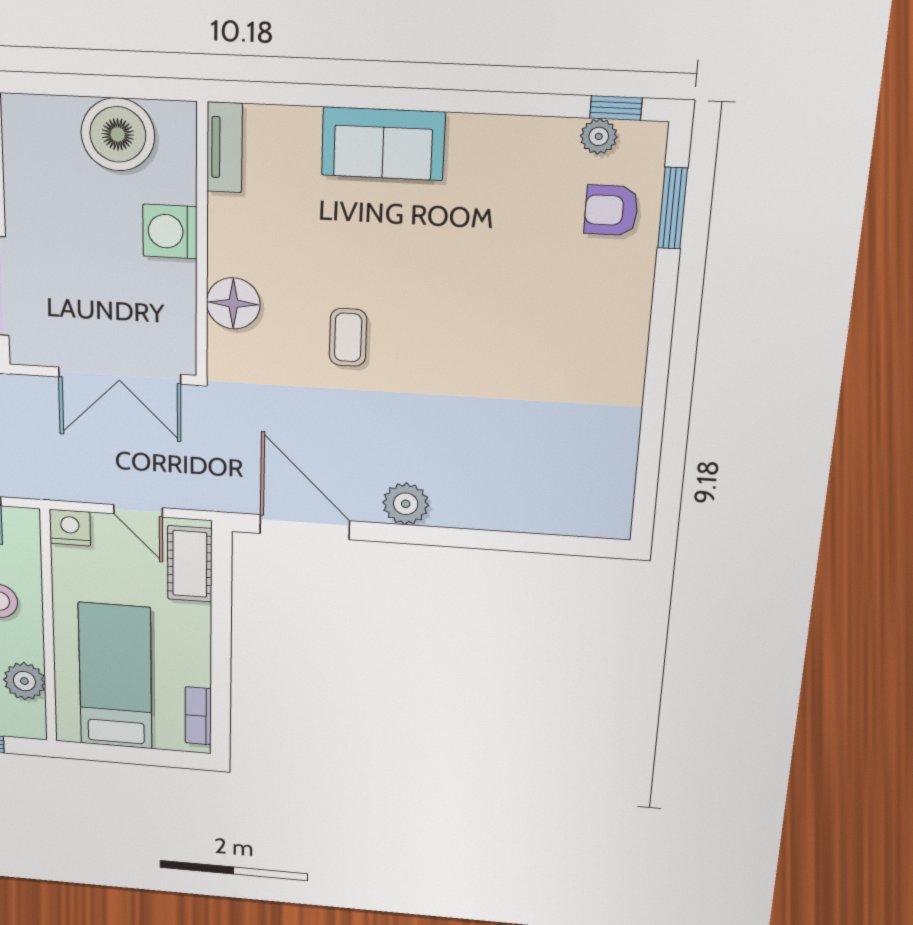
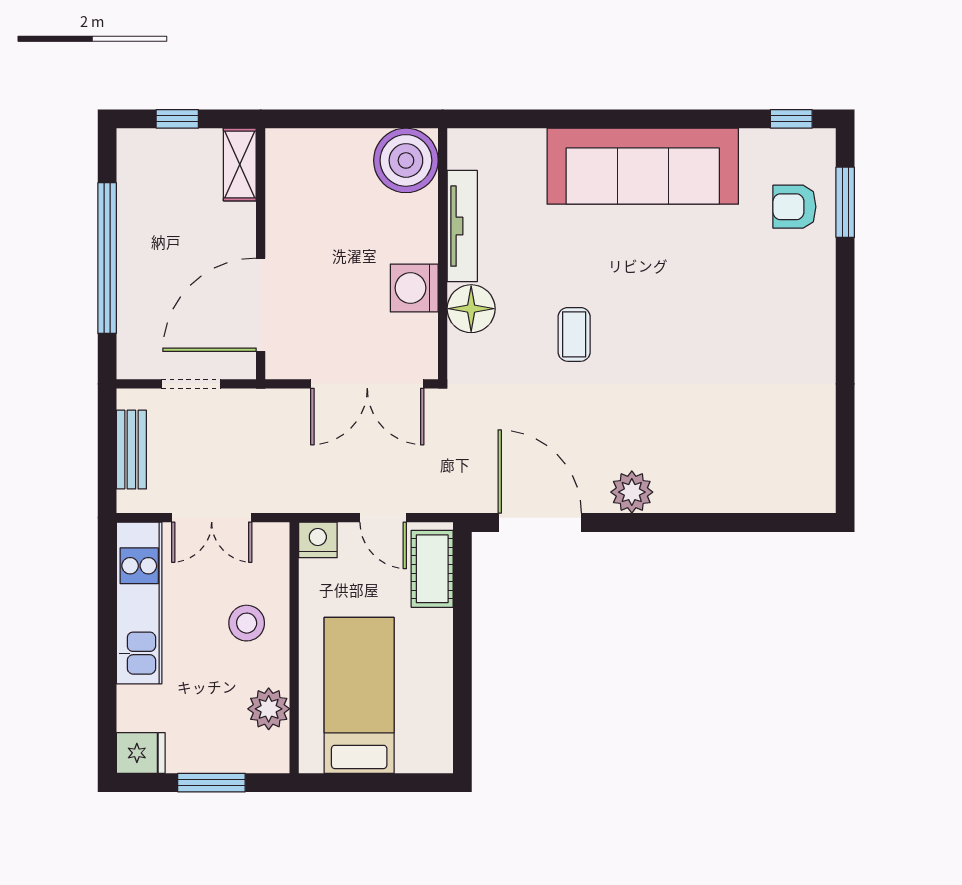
boiler: (118, 134) -> (406, 160), moved
plant: (599, 136) -> (779, 144), removed
sofa: (383, 144) -> (643, 166), width x1.85, depth x1.27
tv unit: (224, 147) -> (462, 226), moved, width x1.41
washing machine: (170, 231) -> (414, 288), moved
bookcase: (198, 716) -> (441, 732), removed

